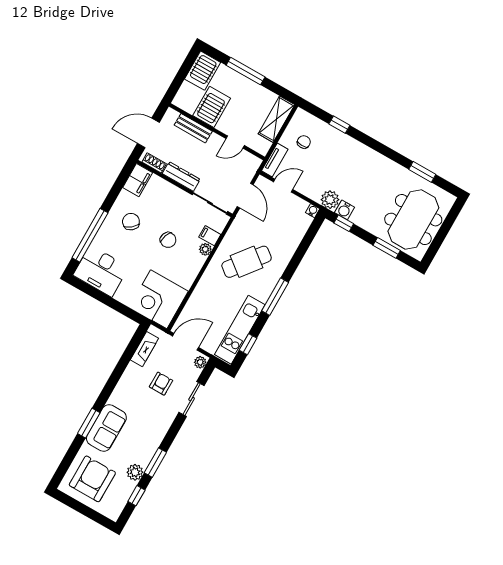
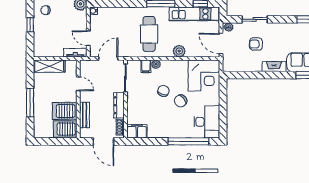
server rack: (203, 71) -> (65, 129), moved, turned 180
chair: (304, 142) -> (46, 10), moved
chair: (131, 222) -> (181, 101), moved
cafe table: (247, 262) -> (149, 34), turned 52
plant: (205, 286) -> (179, 51), added
fireplace: (144, 349) -> (274, 67), moved

